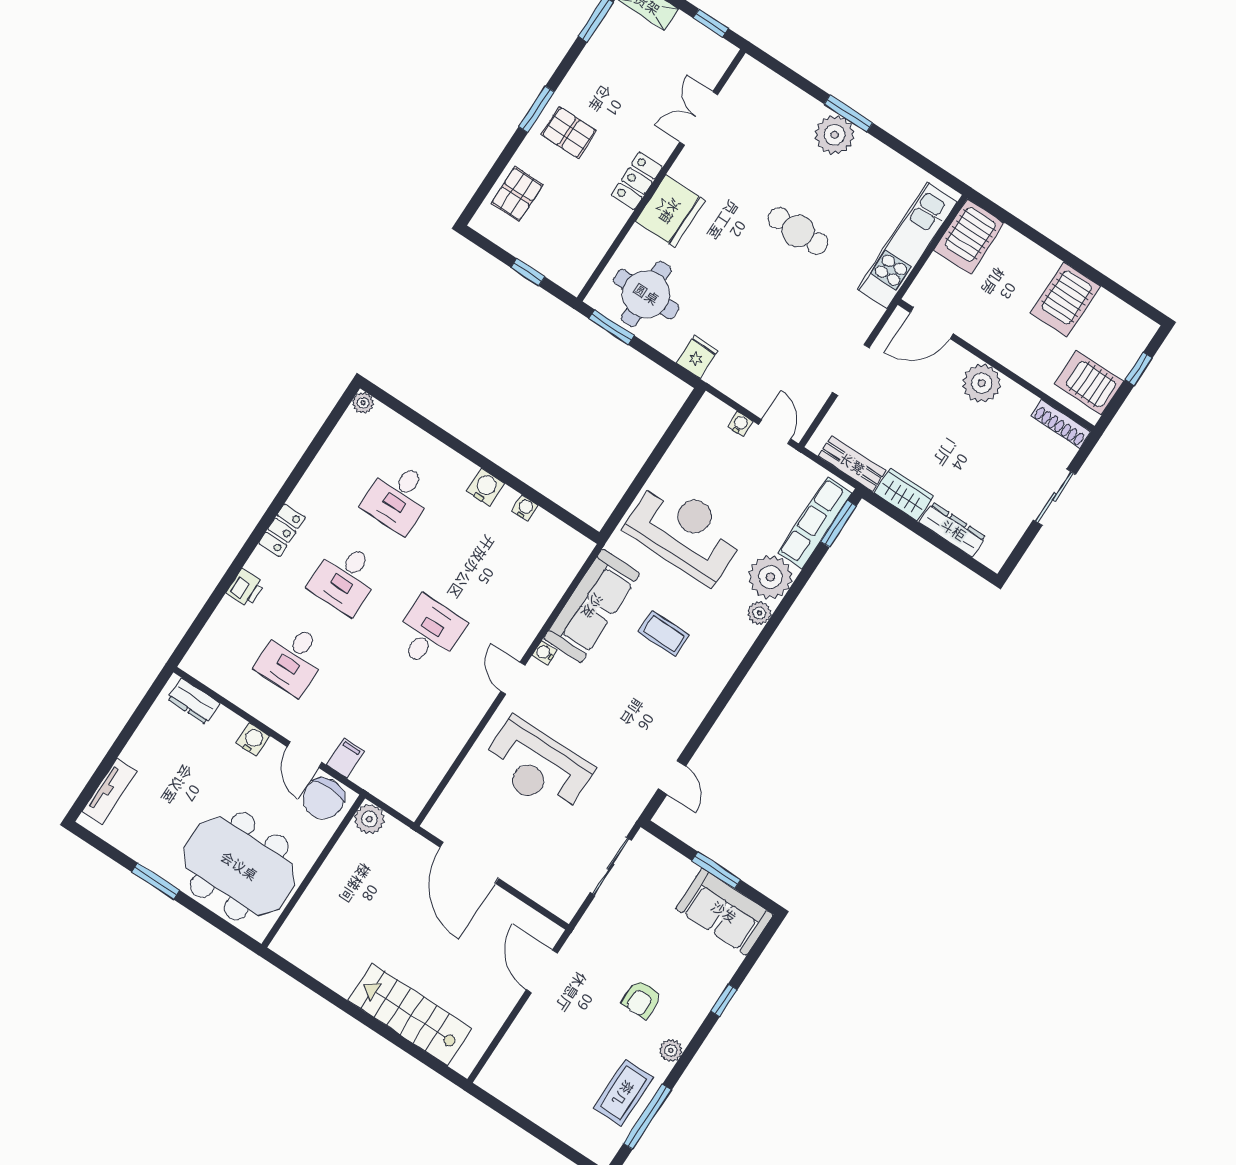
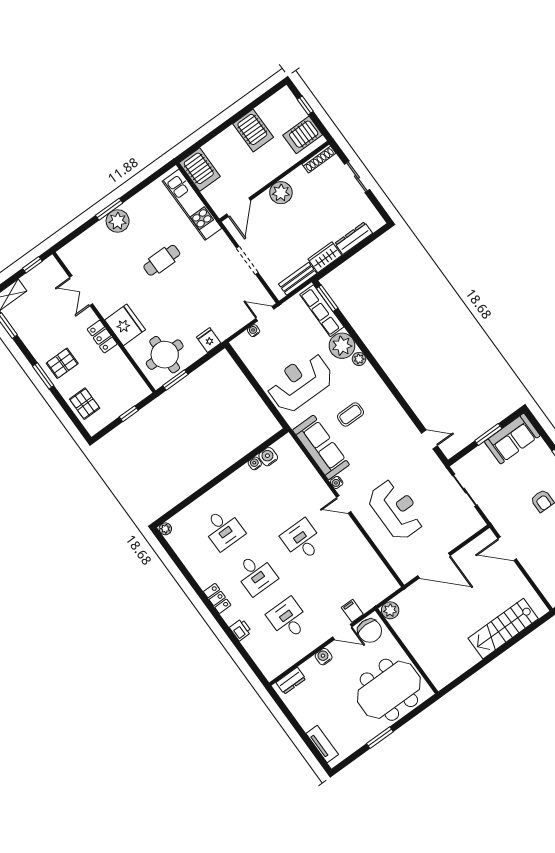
water cooler: (486, 487) -> (268, 457), moved
desk: (292, 659) -> (288, 619), turned 180
reception desk: (537, 767) -> (396, 510), turned -90

